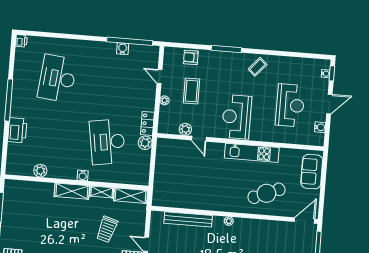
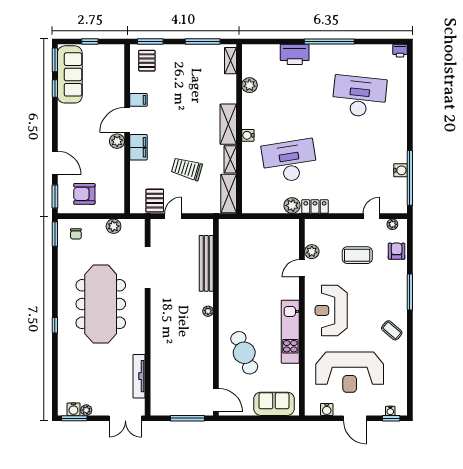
plant: (164, 100) -> (392, 224), moved
reception desk: (290, 105) -> (350, 372), width x1.36, depth x1.30
reception desk: (237, 117) -> (331, 310), turned -90
shelving: (18, 185) -> (230, 61), added

